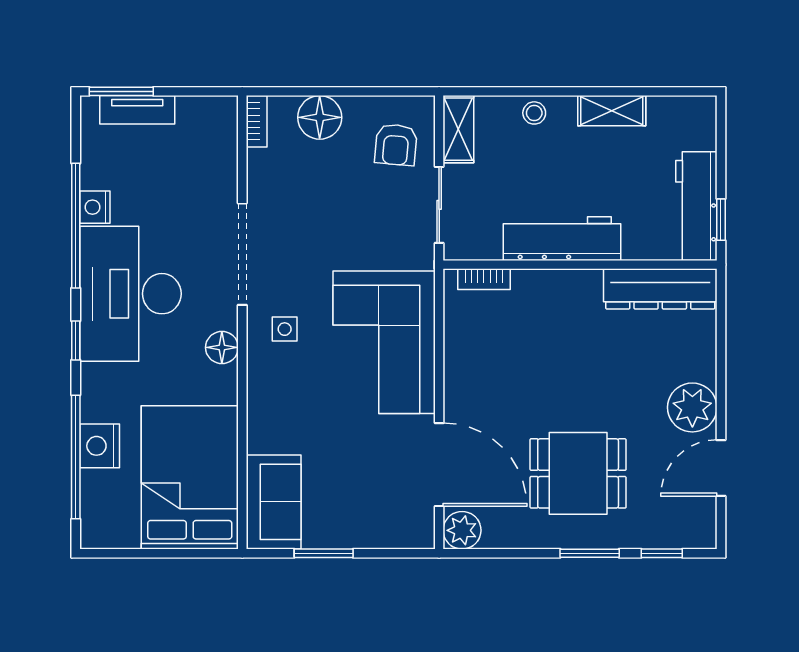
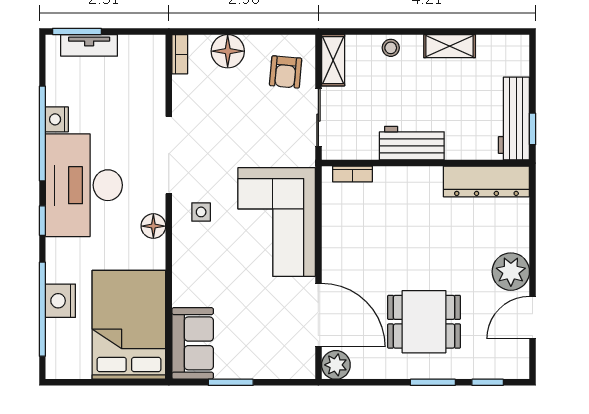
workbench: (562, 239) -> (412, 143), width x0.73

